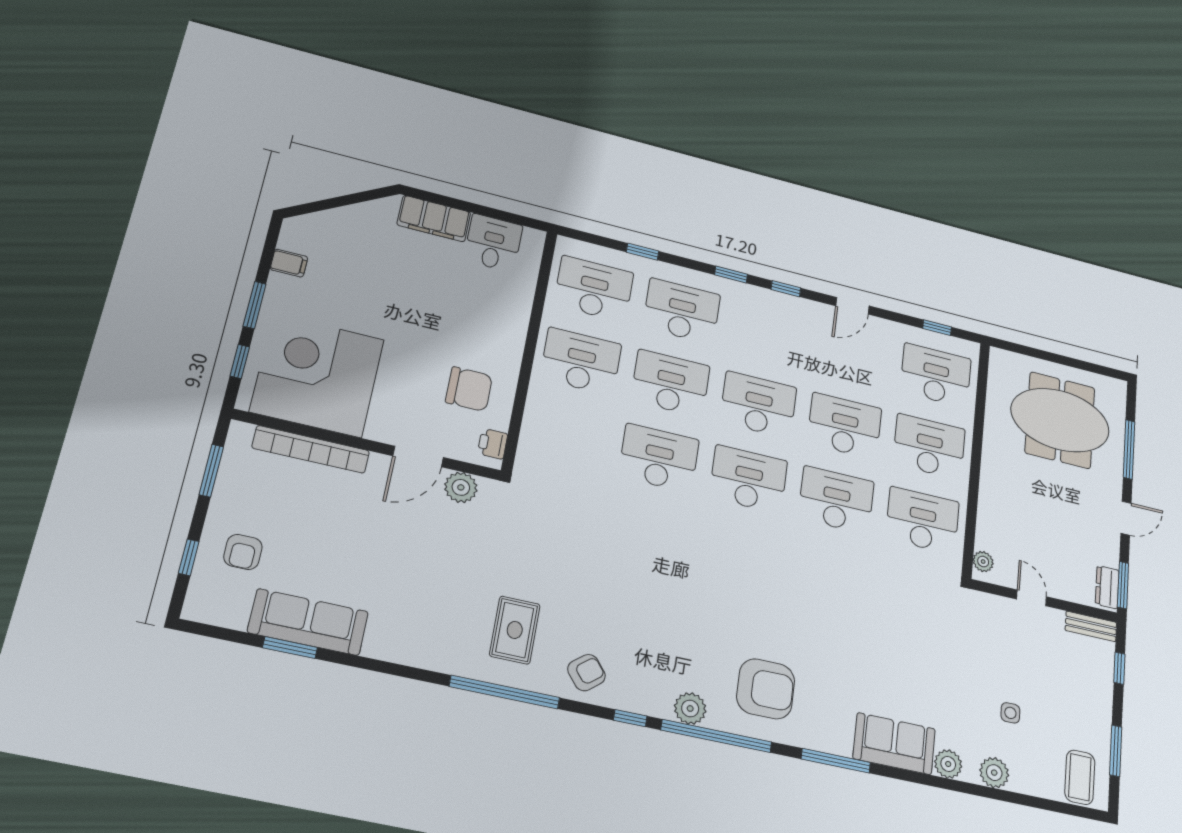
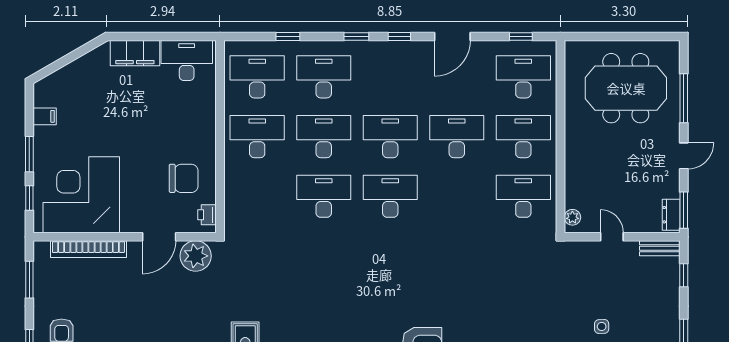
desk: (493, 243) -> (187, 60), width x1.37
door: (852, 306) -> (452, 36), width x1.38
plant: (461, 487) -> (196, 256), width x1.36, depth x1.36
desk: (836, 500) -> (457, 196), removed

